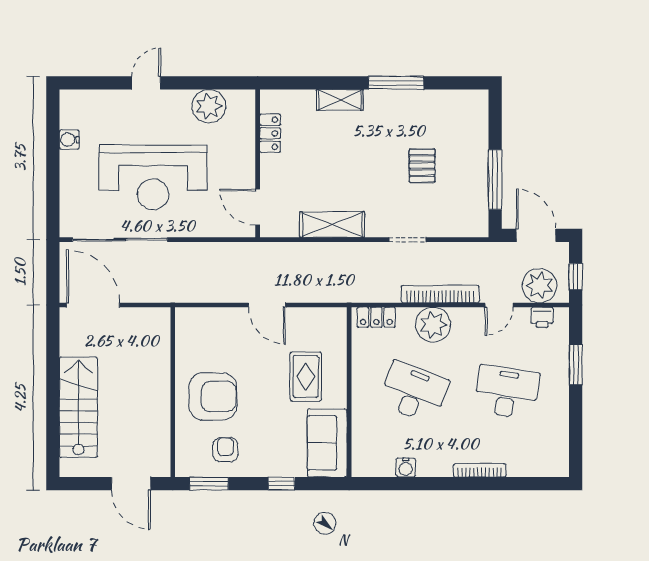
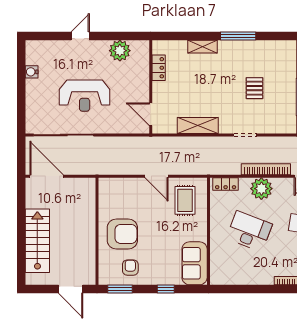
reception desk: (153, 177) -> (85, 96), width x0.74, depth x0.77
rug: (306, 377) -> (185, 200), moved
water cooler: (406, 467) -> (244, 279), removed

